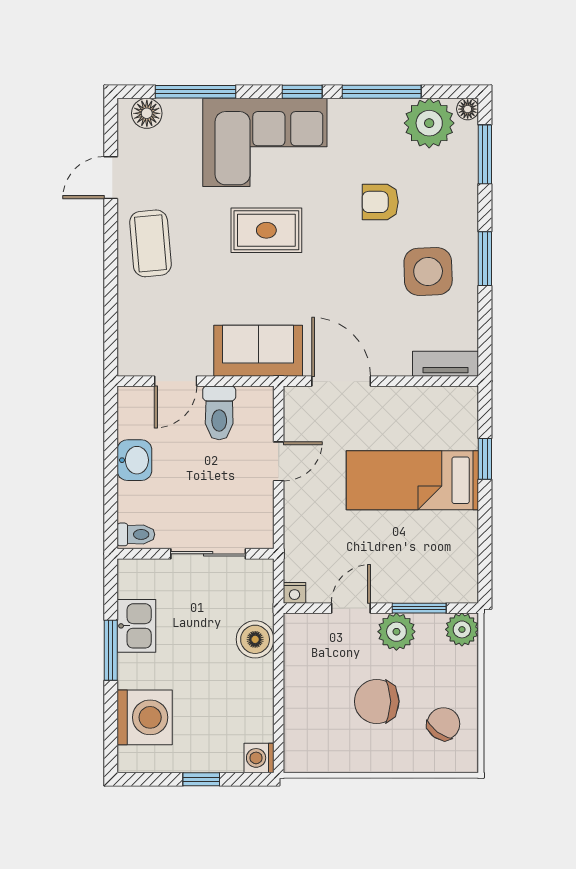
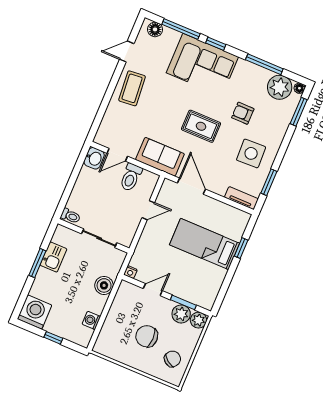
window: (302, 92) -> (216, 44), moved
rug: (266, 230) -> (201, 126), moved
window: (485, 259) -> (269, 182), moved
washbasin: (134, 460) -> (94, 158), moved
plant: (396, 632) -> (181, 314), moved
washing machine: (145, 717) -> (35, 312), moved, turned -90
washing machine: (259, 758) -> (91, 320), moved

